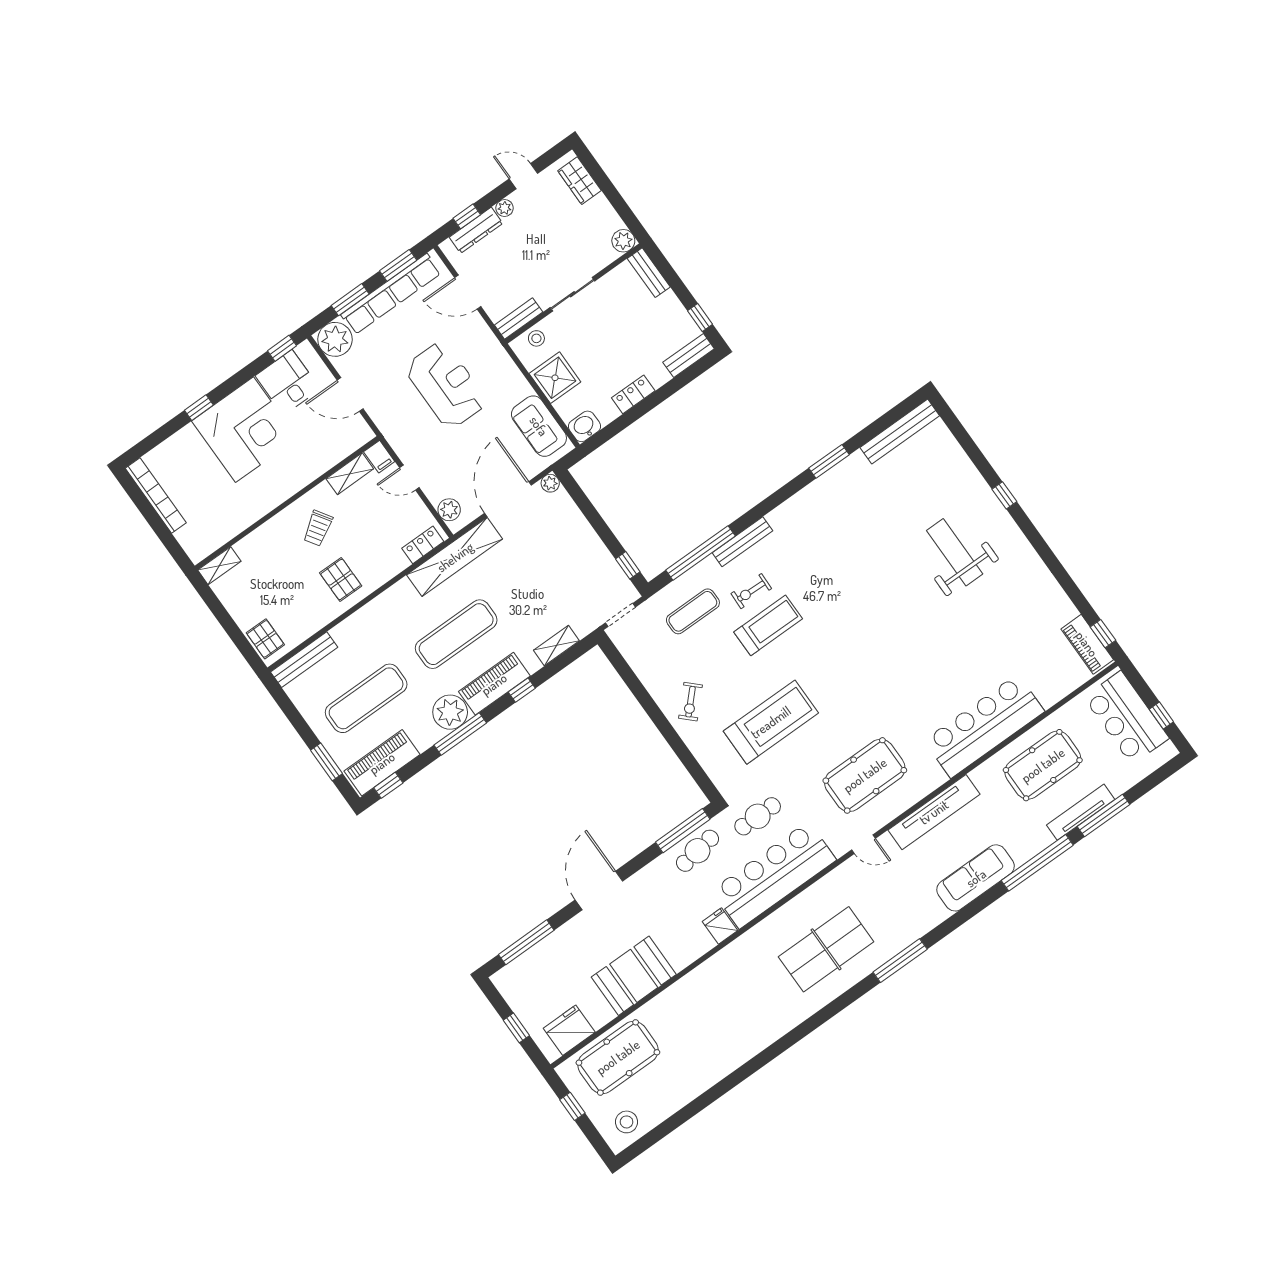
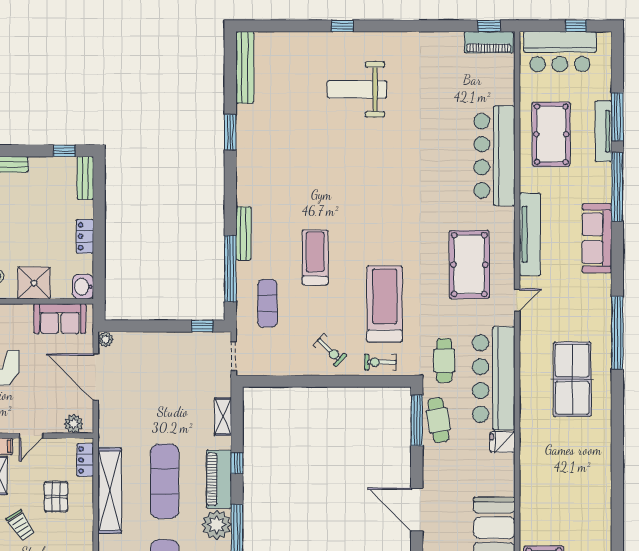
shelving: (455, 557) -> (110, 491), moved
pallet: (341, 579) -> (56, 497), moved, turned 90
exercise bike: (751, 591) -> (380, 362), moved, turned 88
window: (900, 961) -> (617, 333), width x1.46

